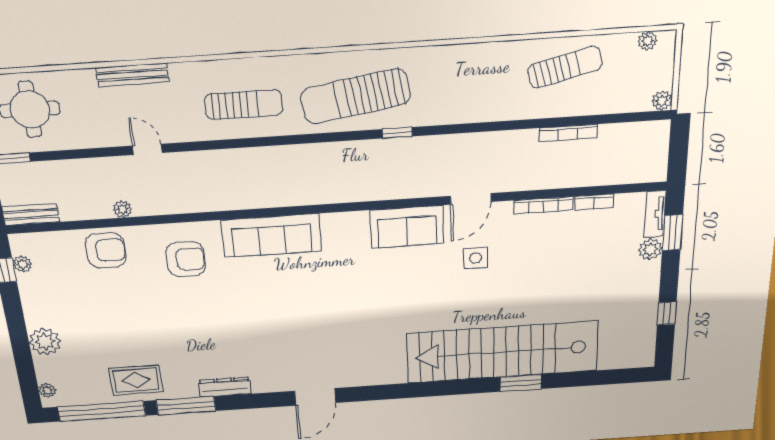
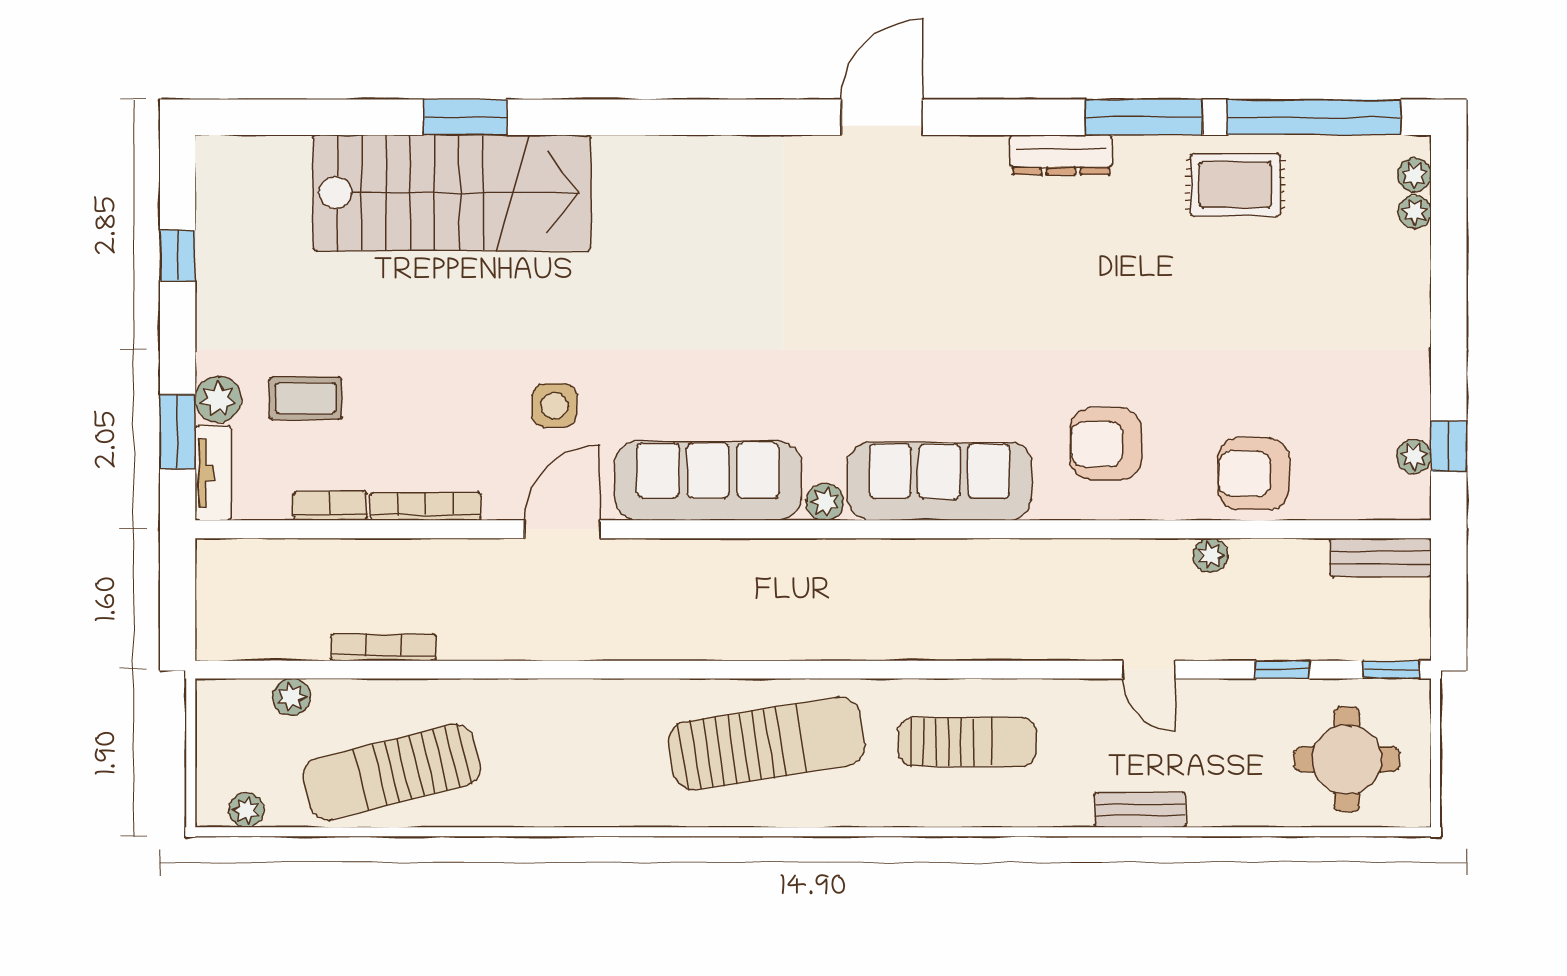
sun lounger: (565, 67) -> (392, 772), width x1.36, depth x1.34
bench: (133, 75) -> (1140, 810), width x0.73
plant: (662, 101) -> (291, 697), moved
sun lounger: (244, 105) -> (967, 742), turned 180
window: (397, 133) -> (1282, 670), moved
plant: (331, 222) -> (825, 502), added
sofa: (407, 227) -> (708, 481), width x1.36
coffee table: (605, 253) -> (305, 398), added
plant: (45, 342) -> (1415, 212), moved, width x0.53, depth x0.53
stairs: (502, 352) -> (452, 193), width x0.73

